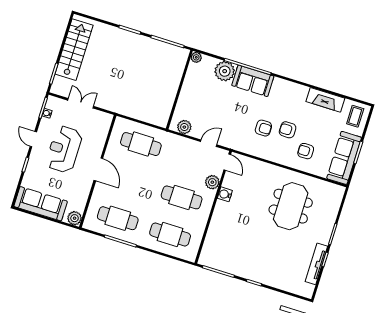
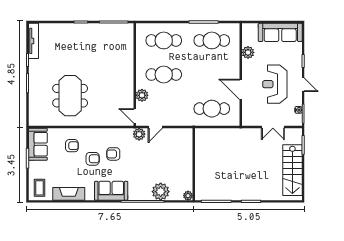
sofa: (253, 81) -> (111, 191), moved
plant: (184, 127) -> (139, 134), moved
reception desk: (64, 149) -> (275, 84), turned 180
sofa: (344, 158) -> (38, 144), width x0.73
door: (98, 169) -> (241, 89), moved
water cooler: (225, 194) -> (128, 88), removed
plant: (75, 218) -> (248, 52), moved
tv unit: (316, 264) -> (33, 41), moved

